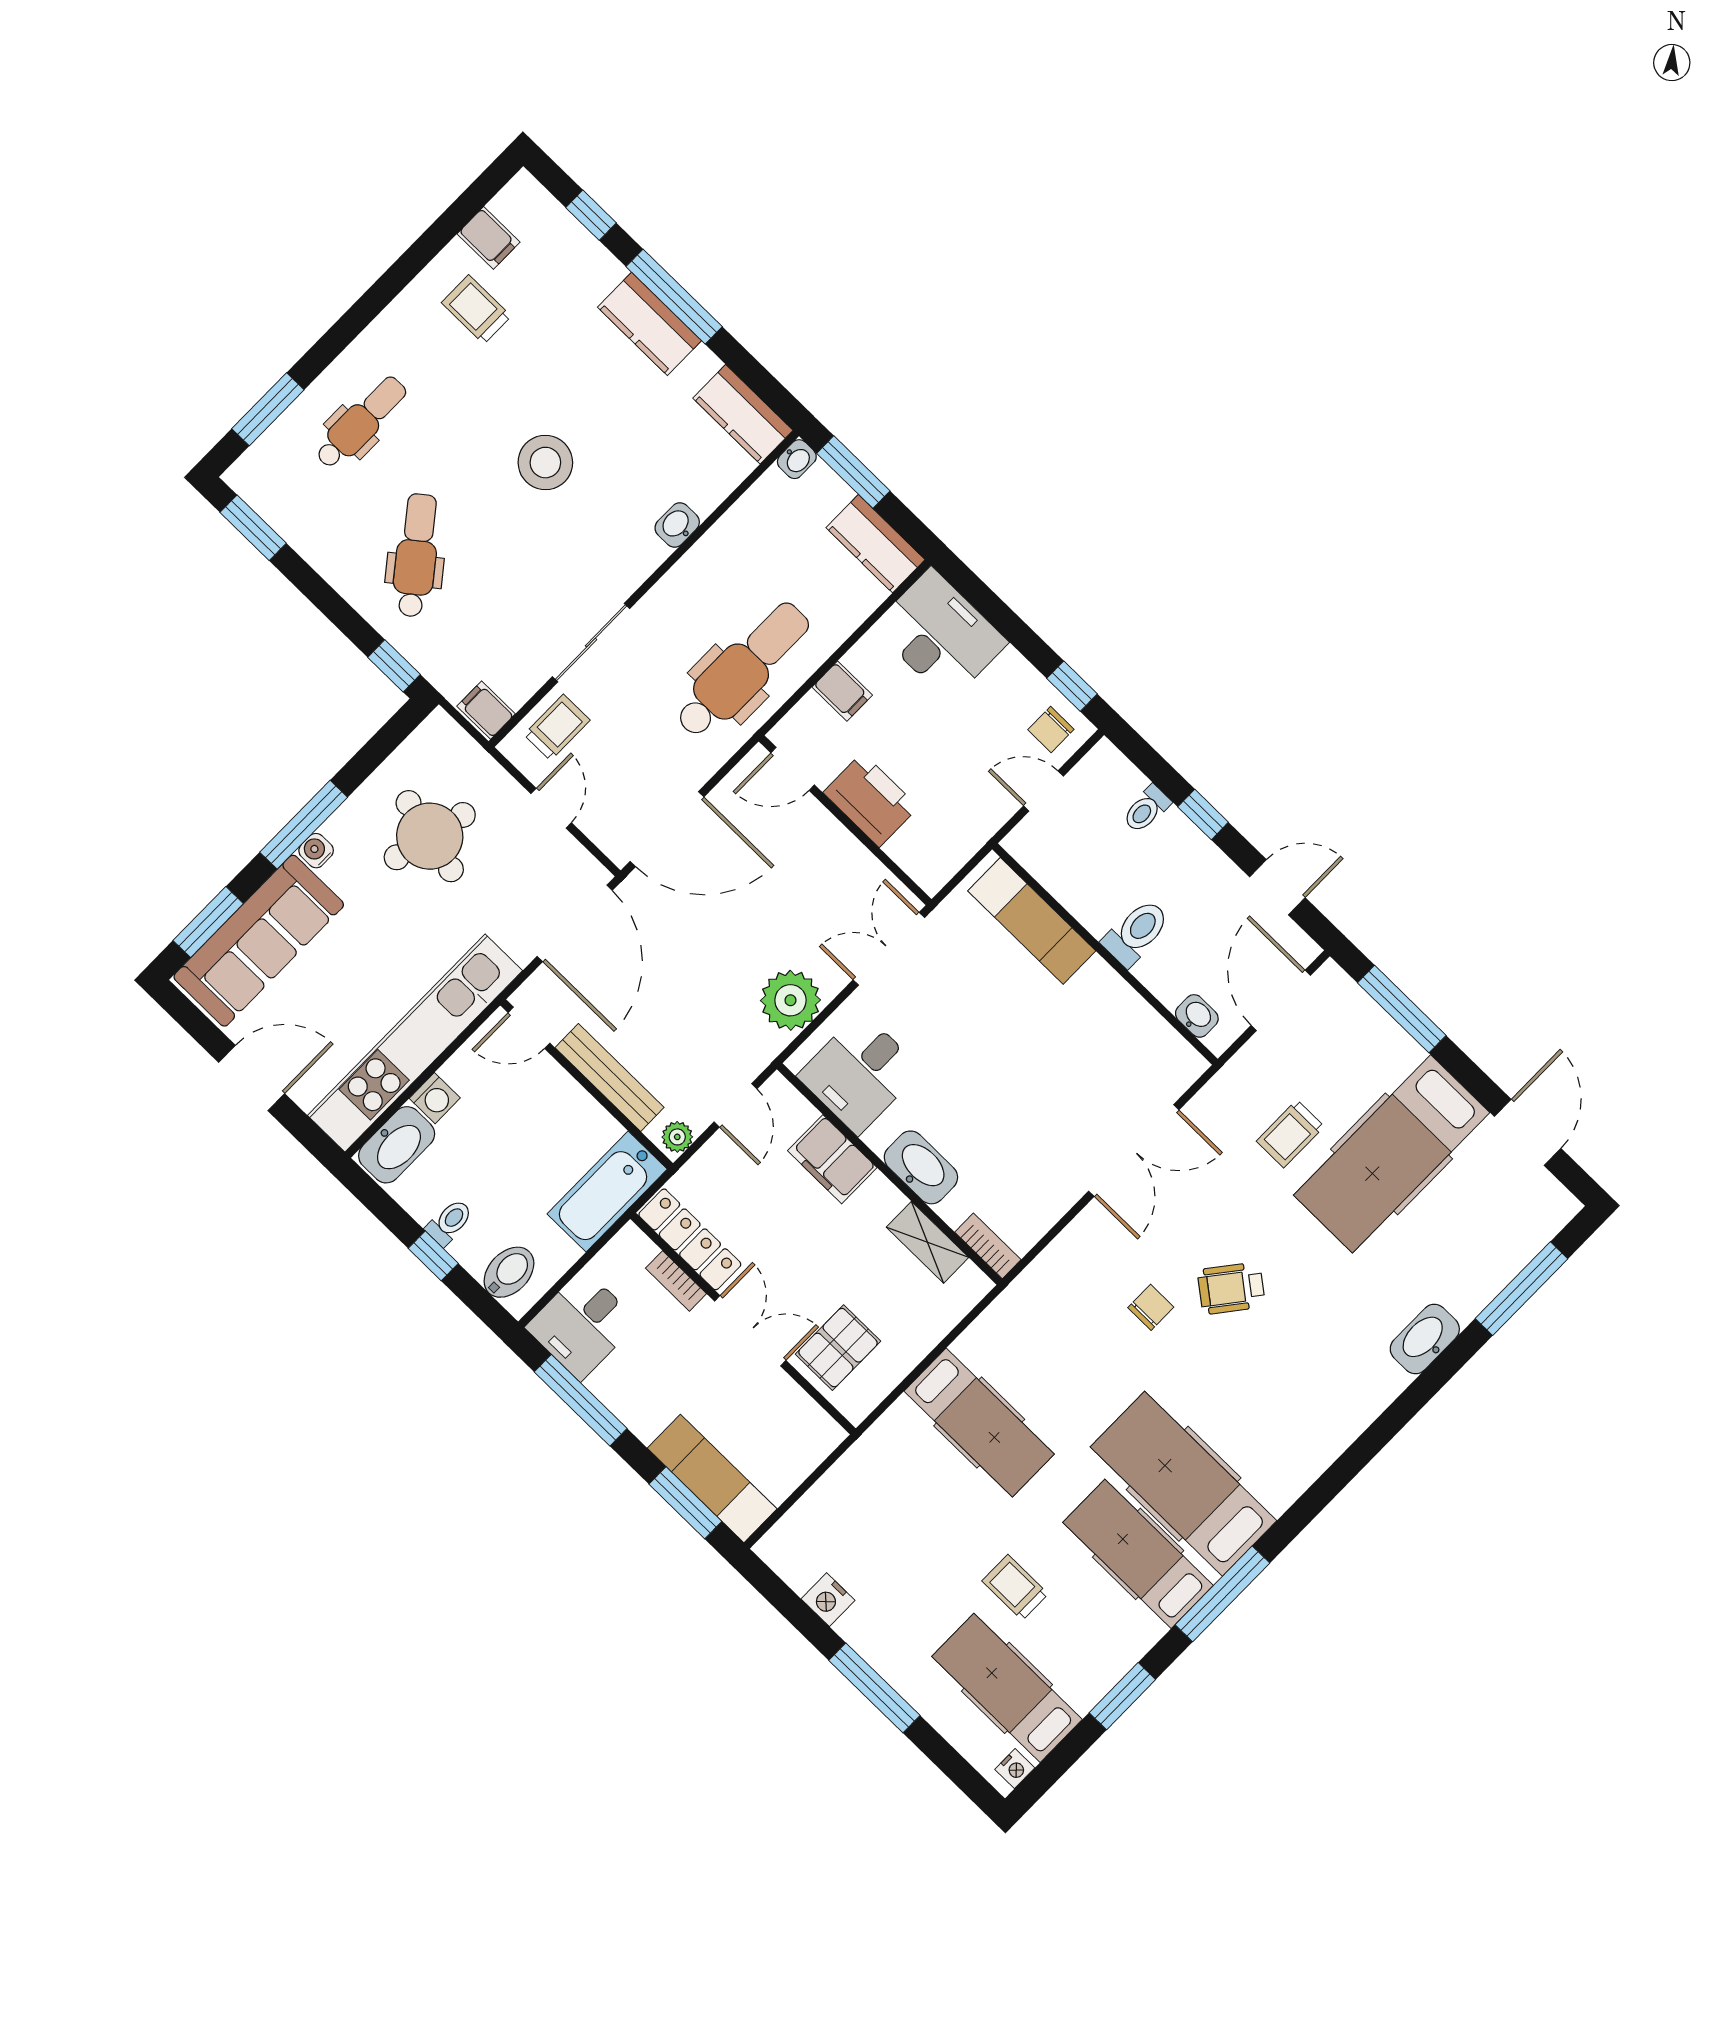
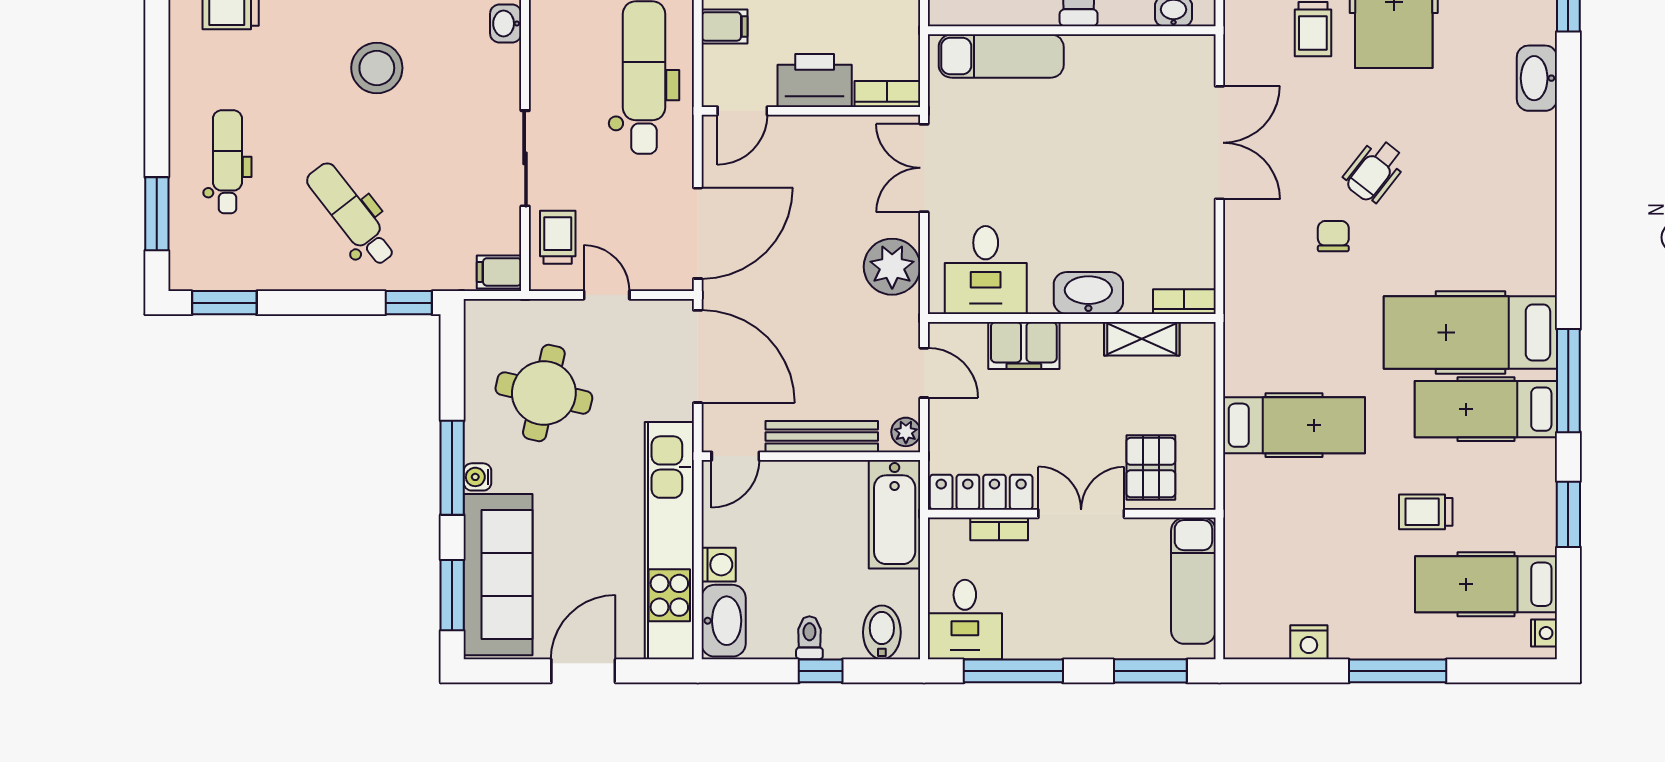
bookcase: (916, 865) -> (887, 94), added
exam couch: (712, 1478) -> (1193, 581), moved, turned -90

